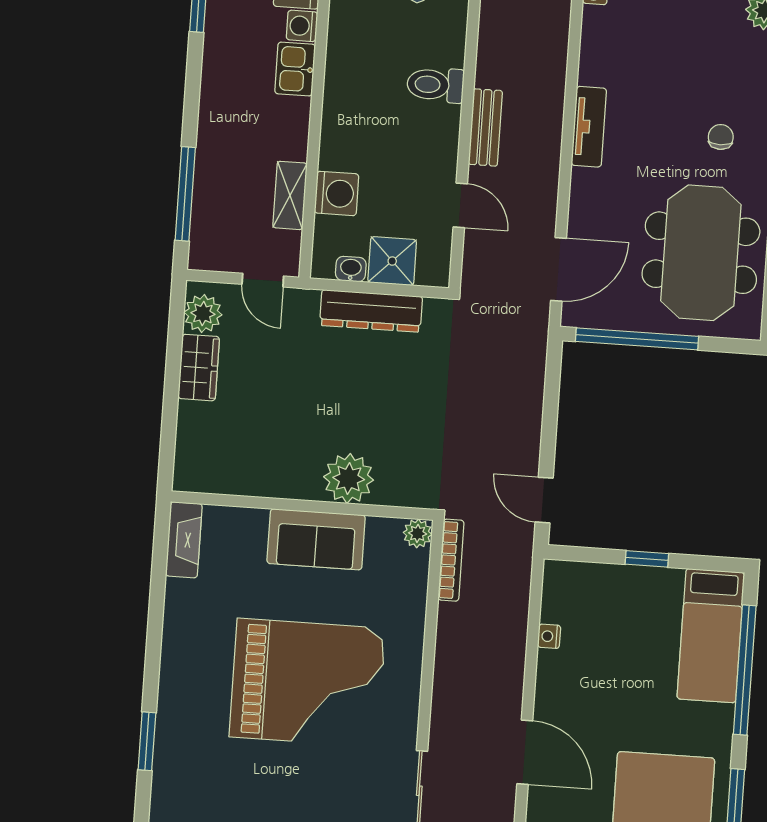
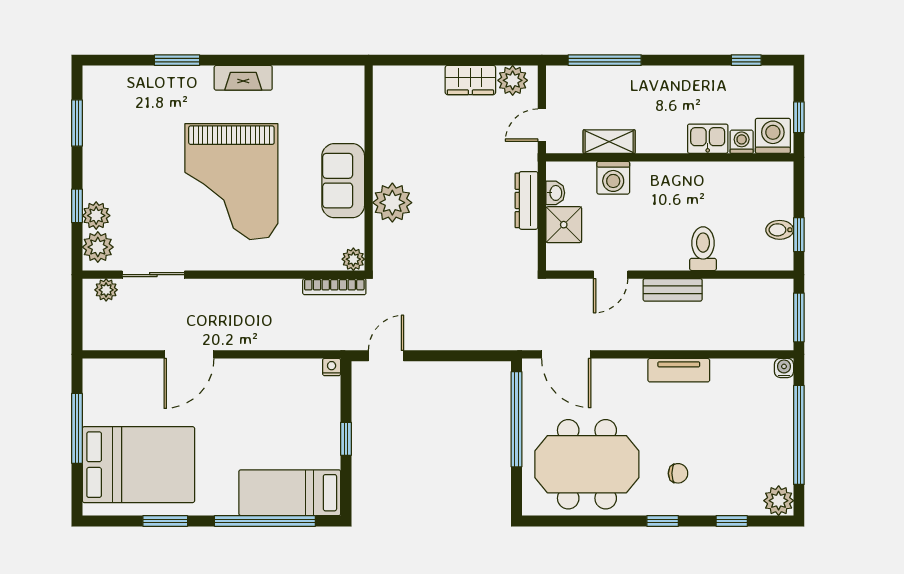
dresser: (371, 311) -> (527, 200), width x0.73, depth x0.80
fireplace: (184, 540) -> (243, 78), moved
nightstand: (549, 636) -> (332, 367), moved

